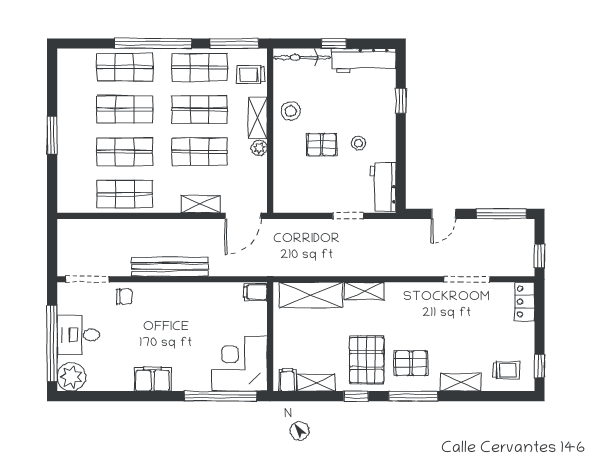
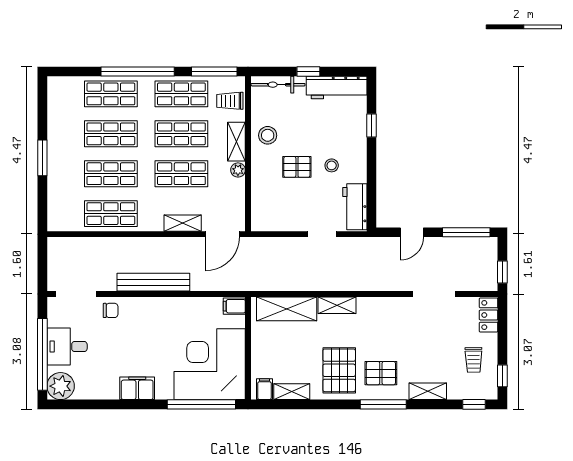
corner desk: (239, 364) -> (210, 364), width x1.36, depth x1.36
trolley: (506, 370) -> (474, 360), moved, turned 89
window: (356, 396) -> (474, 404), moved

